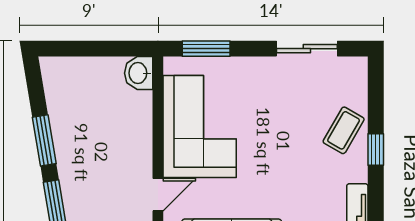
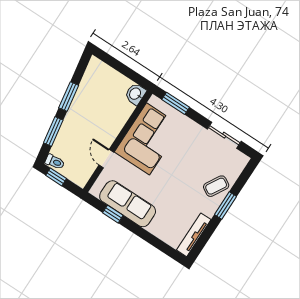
window: (376, 150) -> (226, 206), width x1.50
door: (158, 195) -> (106, 159), swing flipped

